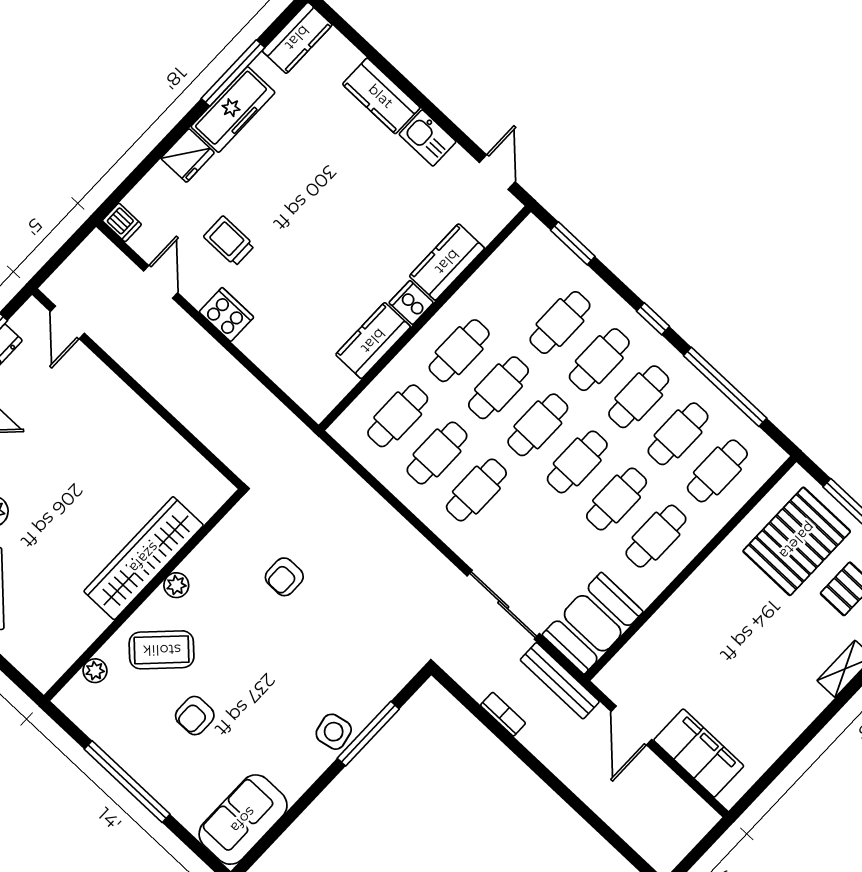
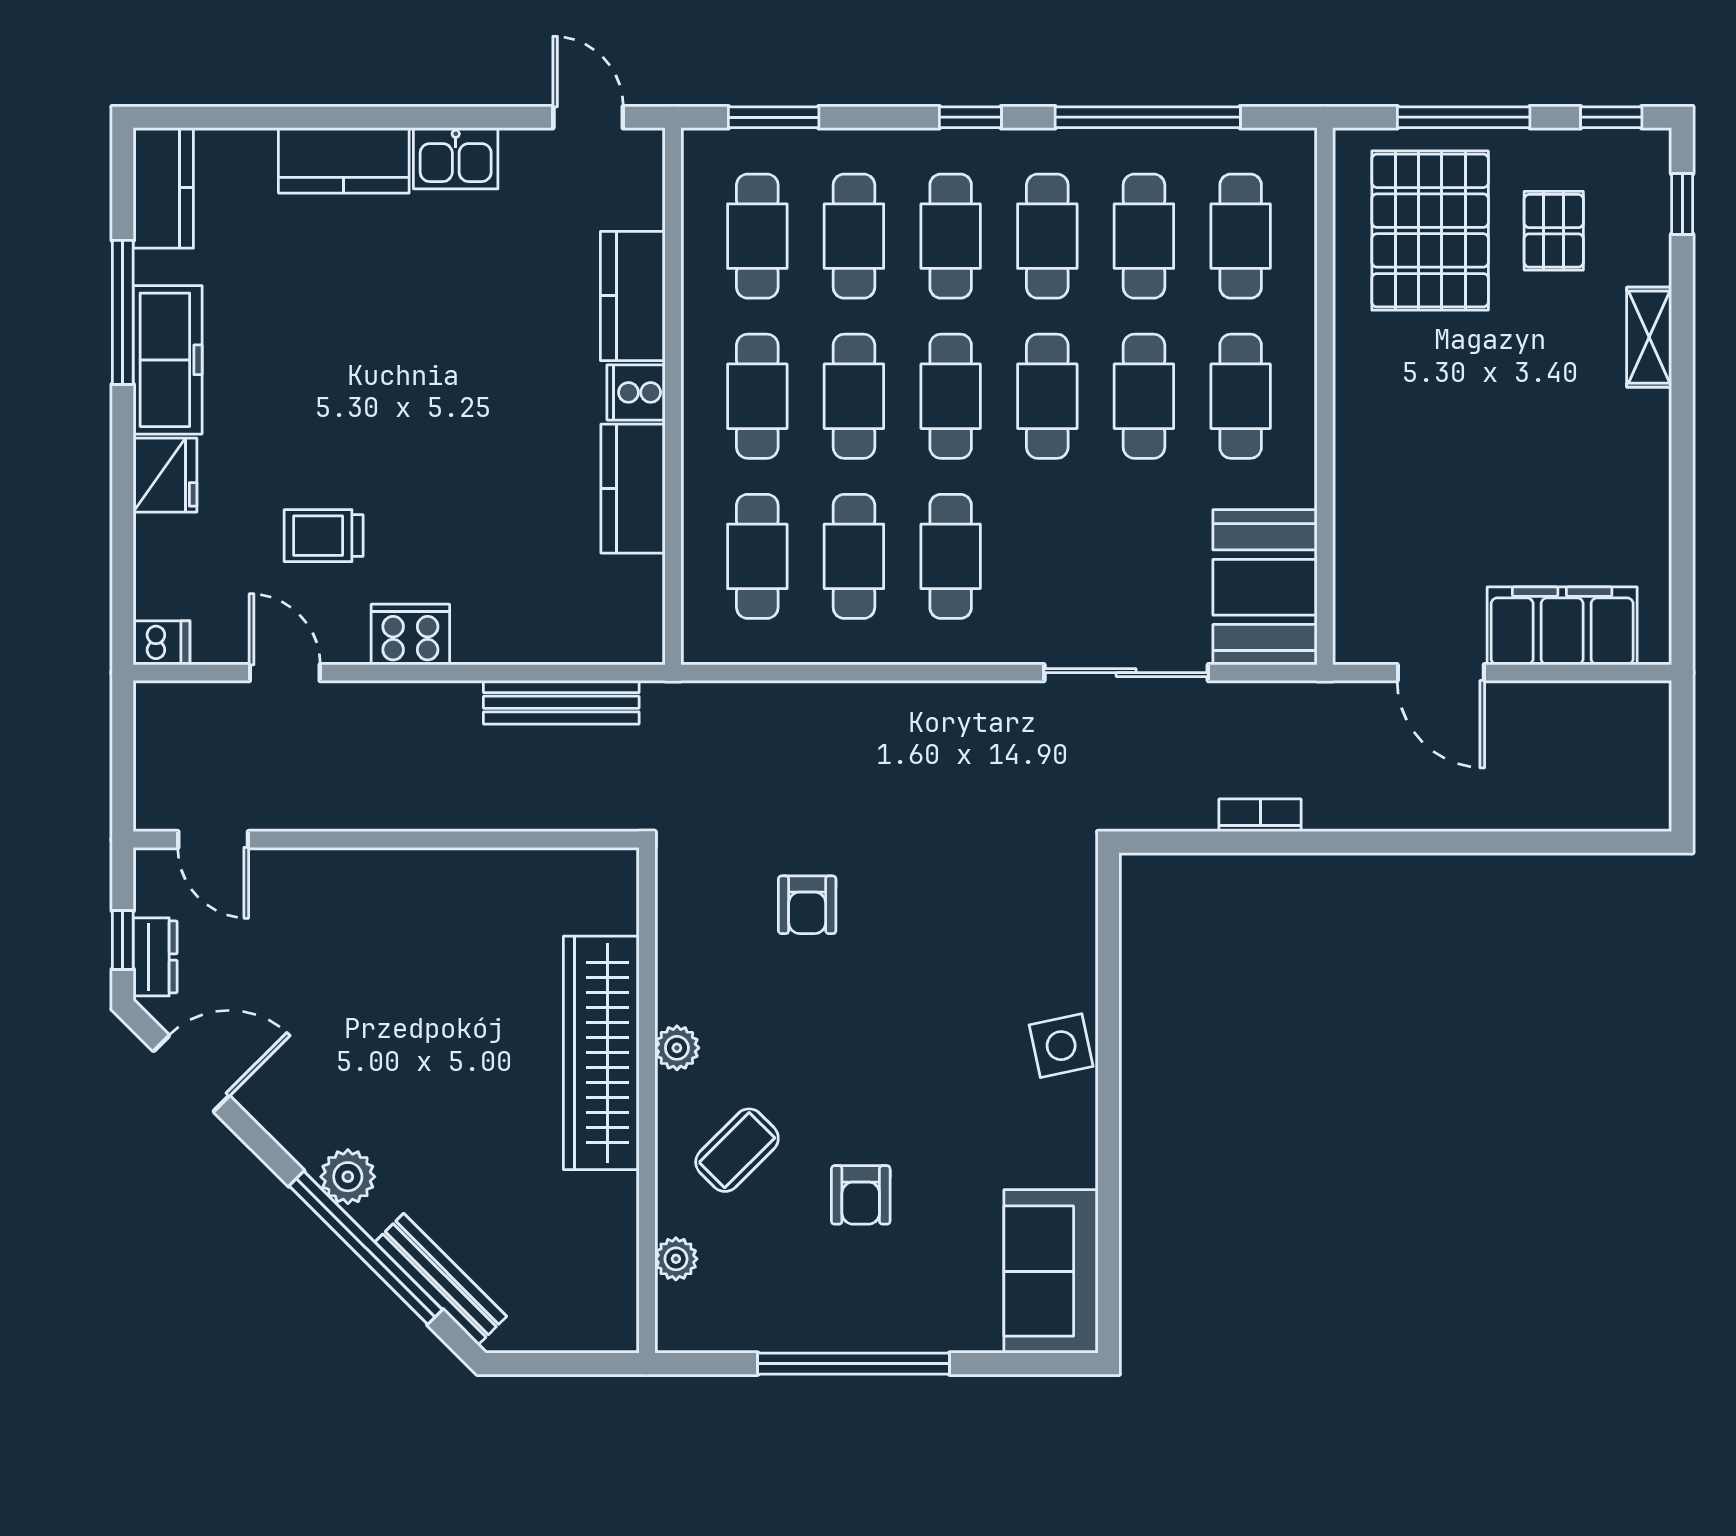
cafe table: (521, 285) -> (757, 236), added
coffee table: (162, 650) -> (737, 1150), width x0.73, depth x0.77
bench: (560, 681) -> (561, 702), moved
window: (368, 734) -> (1108, 1006), removed

